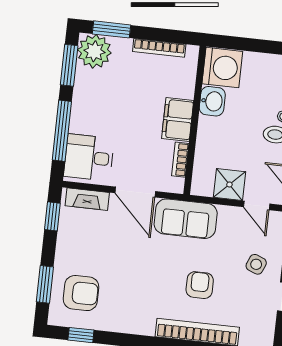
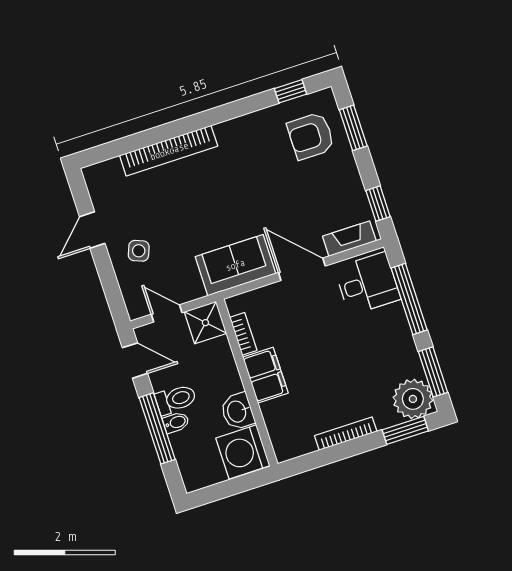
washing machine: (222, 68) -> (243, 452), moved
washbasin: (212, 101) -> (237, 411), moved
filing cabinet: (178, 120) -> (265, 375), moved
wall: (195, 120) -> (247, 383), moved
bookcase: (180, 160) -> (243, 334), moved
armchair: (200, 285) -> (189, 201), removed

